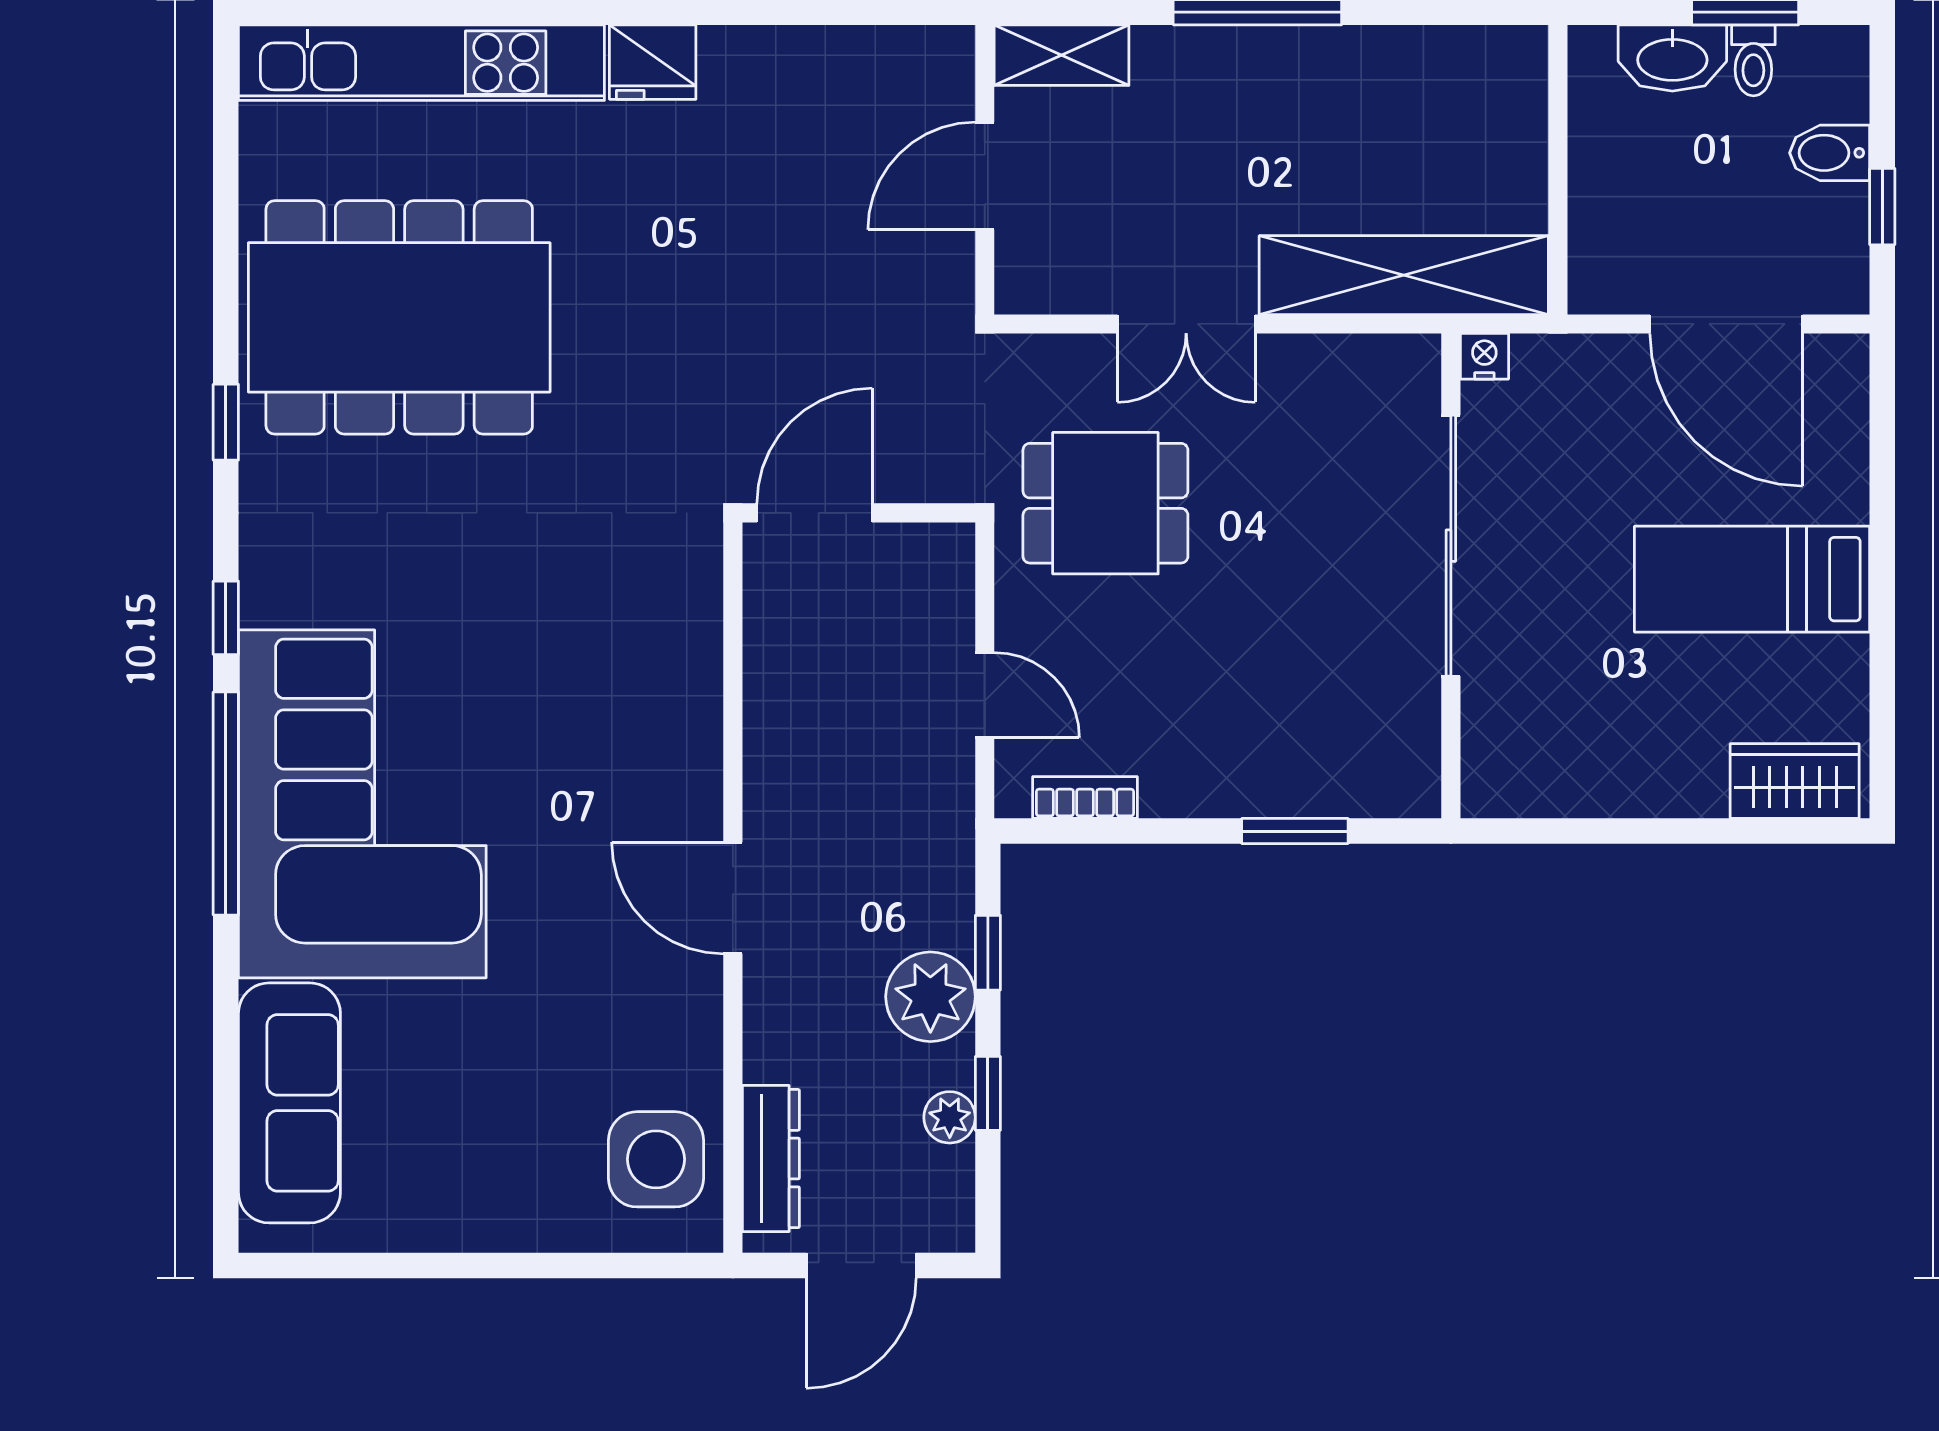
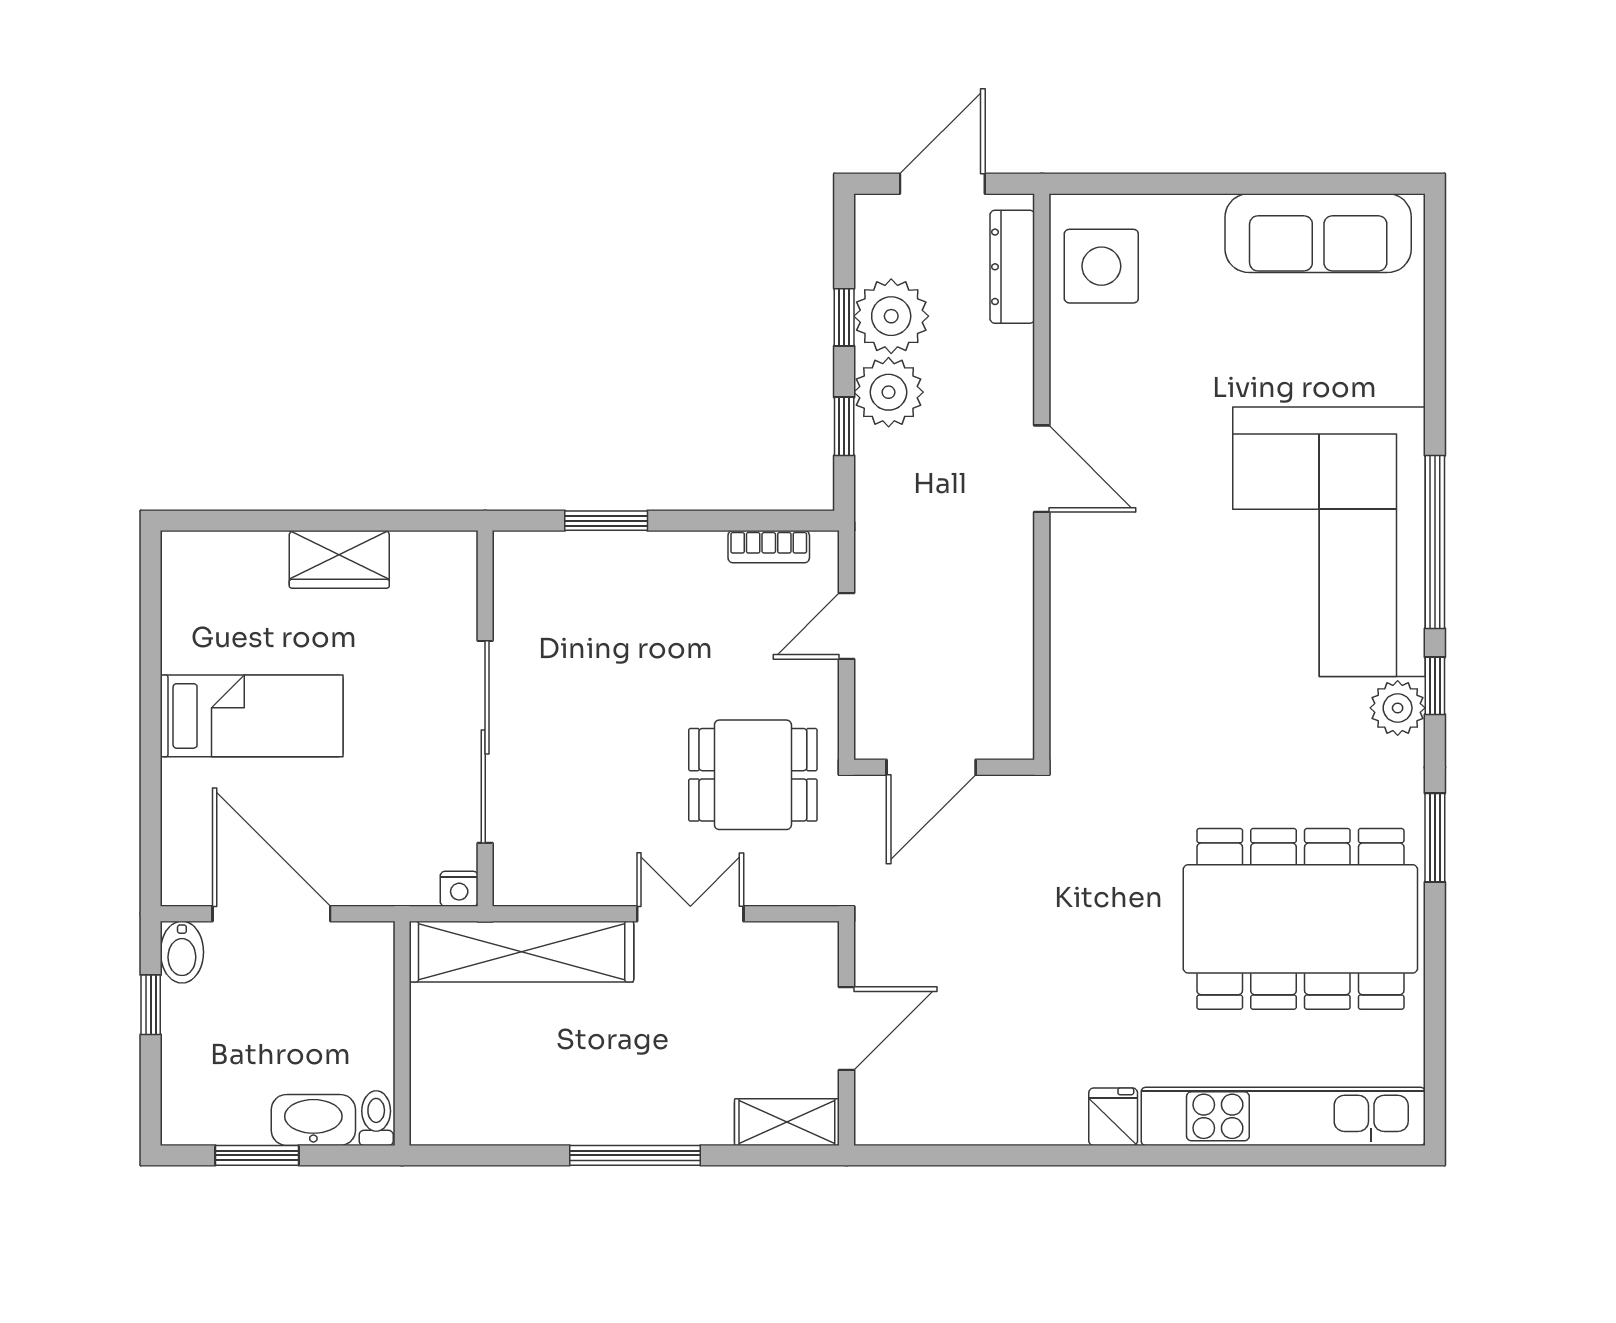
toilet: (1753, 60) -> (376, 1118), moved
fridge: (653, 62) -> (1113, 1117), width x0.72
bidet: (1830, 153) -> (182, 952), moved, turned 90
window: (226, 422) -> (1435, 838), width x1.50
door: (814, 513) -> (931, 767), moved
plant: (274, 589) -> (1398, 708), added
door: (985, 695) -> (846, 626), hinge flipped
wardrobe: (1795, 781) -> (339, 559), moved
sofa: (289, 1103) -> (1318, 233), moved, turned -90
plant: (950, 1117) -> (891, 316), width x1.87, depth x1.87

